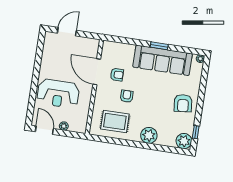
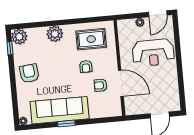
reception desk: (58, 94) -> (153, 53), turned 180
door: (44, 130) -> (158, 14), hinge flipped

